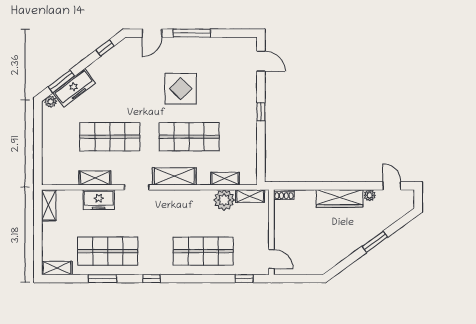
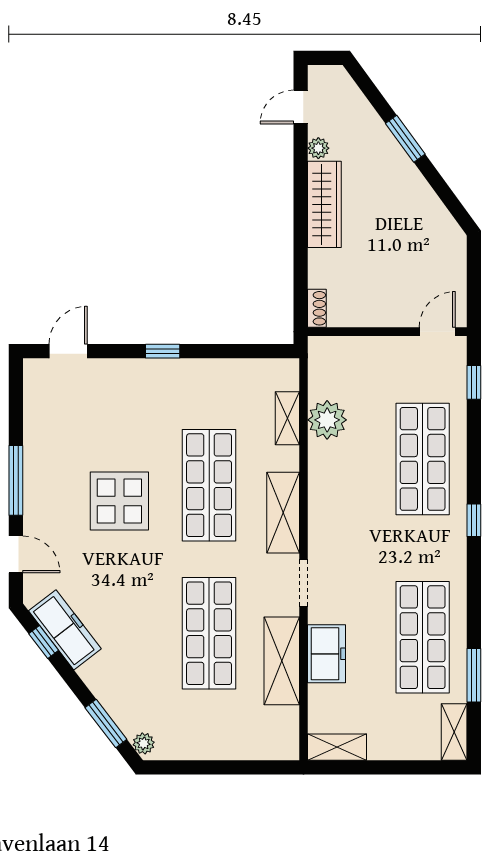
freezer: (74, 88) -> (65, 630), moved
shelving: (95, 178) -> (282, 661), width x1.50, depth x1.33
shelving: (250, 196) -> (320, 371), removed
window: (103, 279) -> (474, 675), moved
window: (152, 279) -> (474, 520), moved

